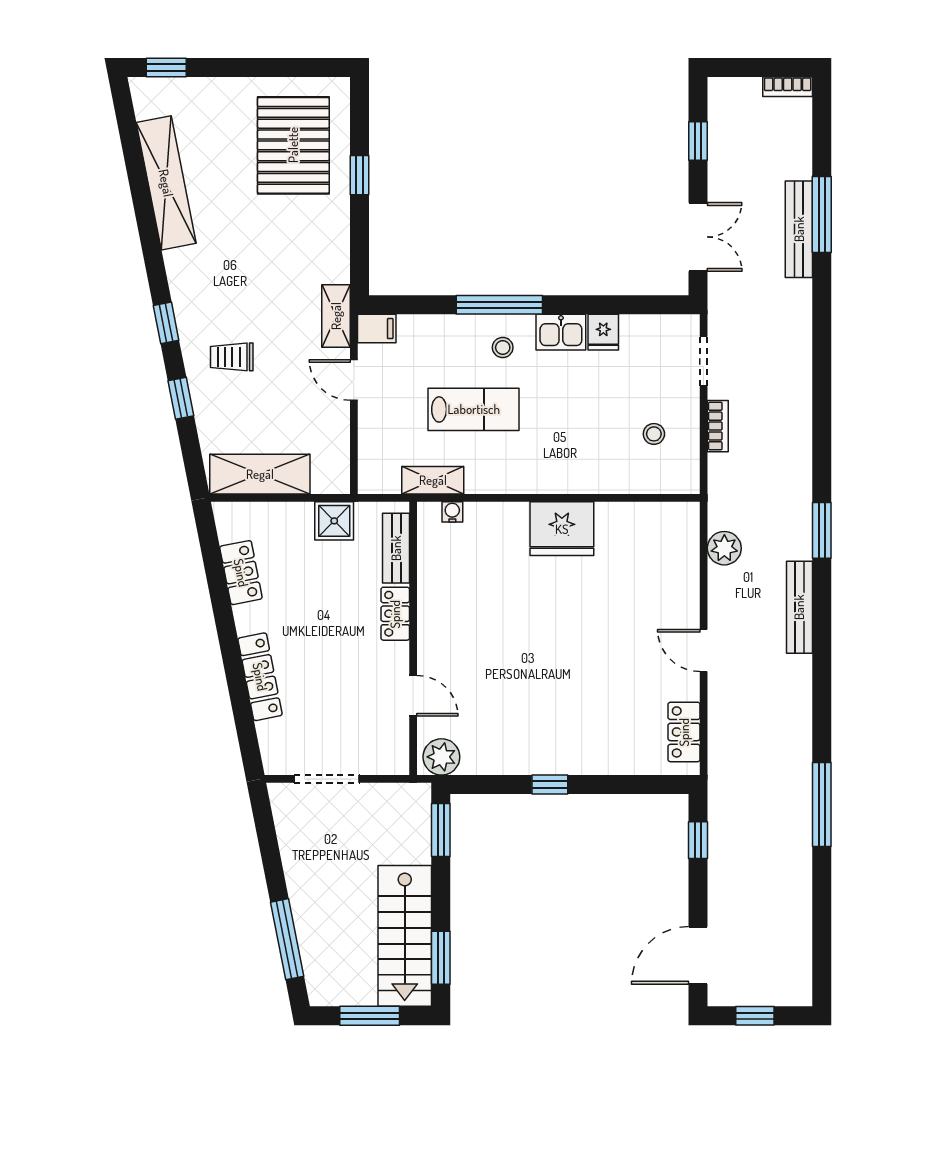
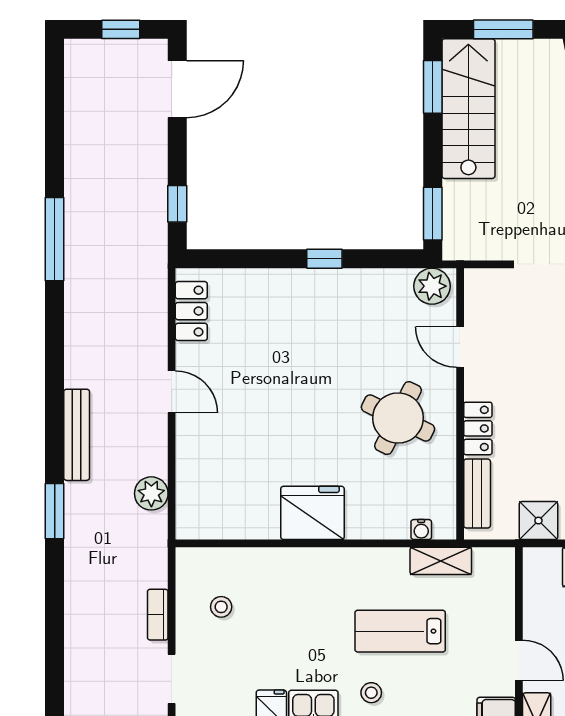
round table: (476, 624) -> (398, 418), added

